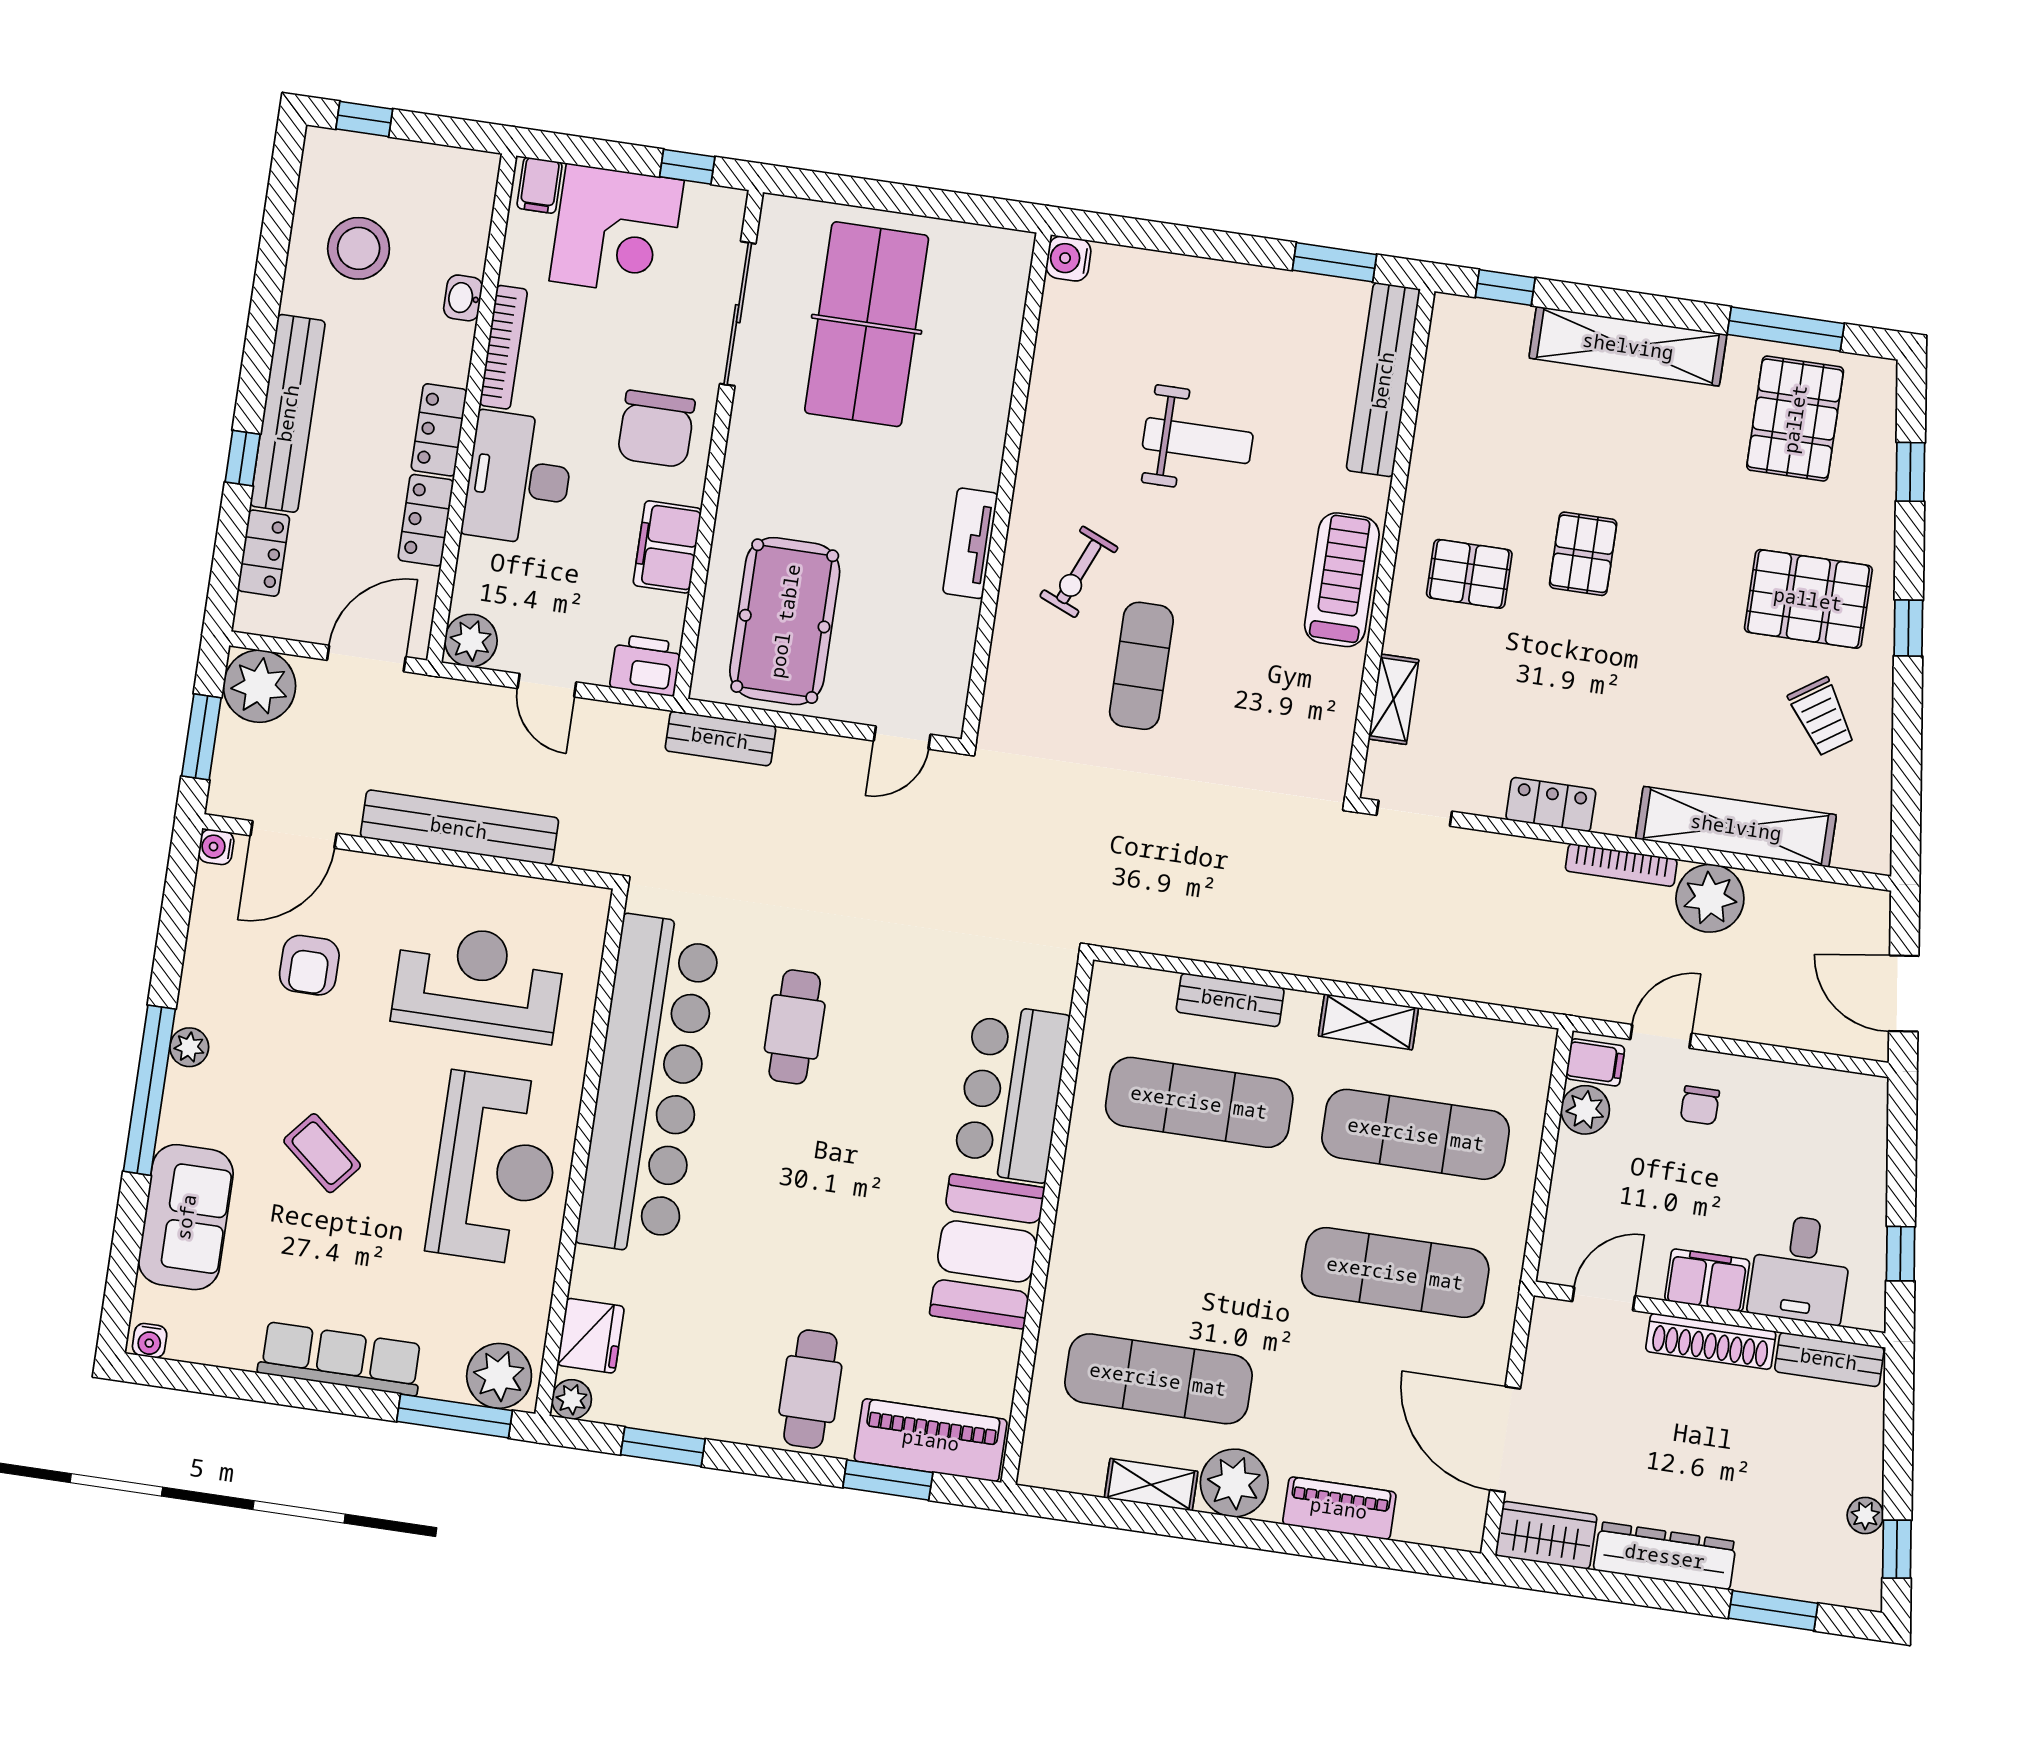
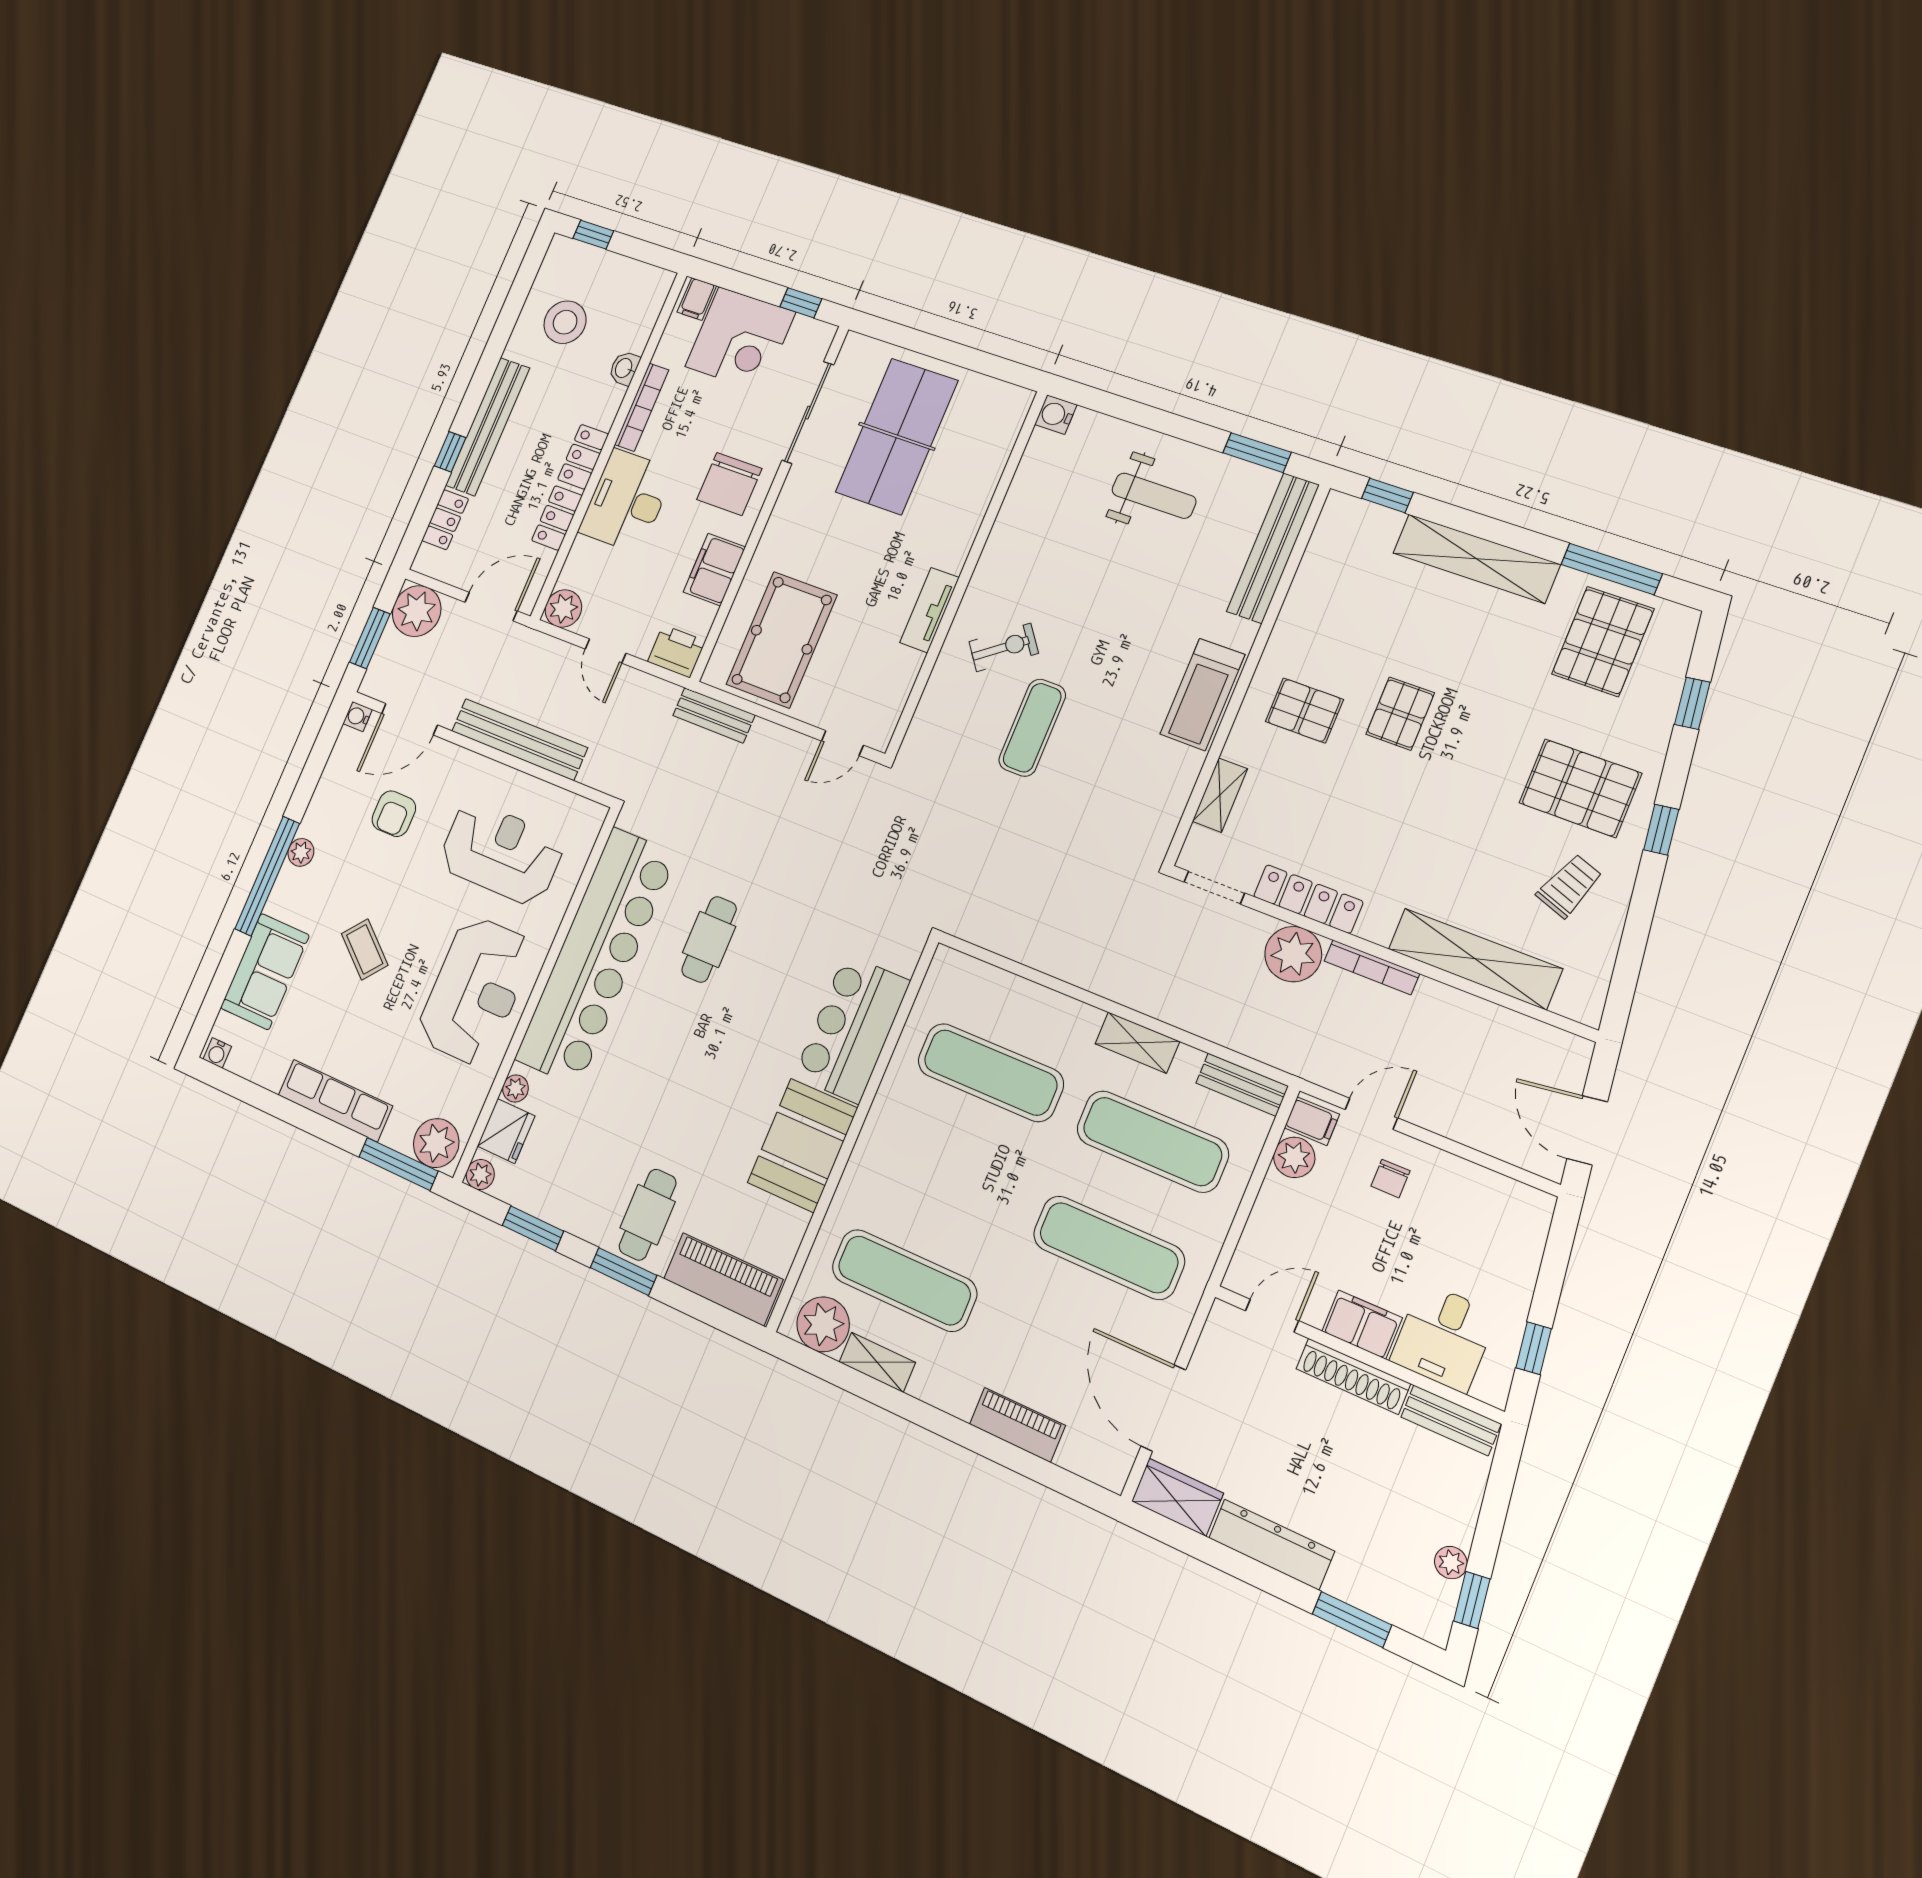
weight bench: (1198, 441) -> (1154, 496), moved
exercise bike: (1079, 572) -> (1004, 647), turned -150
treadmill: (1342, 580) -> (1202, 694), turned 180
trolley: (1822, 717) -> (1569, 886), turned -126
locker: (1551, 805) -> (1308, 899), width x1.53
plant: (1710, 898) -> (1293, 954), moved
bench: (1230, 1000) -> (1242, 1085), moved
plant: (588, 1279) -> (515, 1088), added
window: (888, 1480) -> (624, 1272), moved
plant: (1234, 1483) -> (823, 1324), moved

